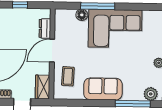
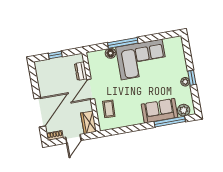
sofa: (103, 89) -> (160, 111), moved

